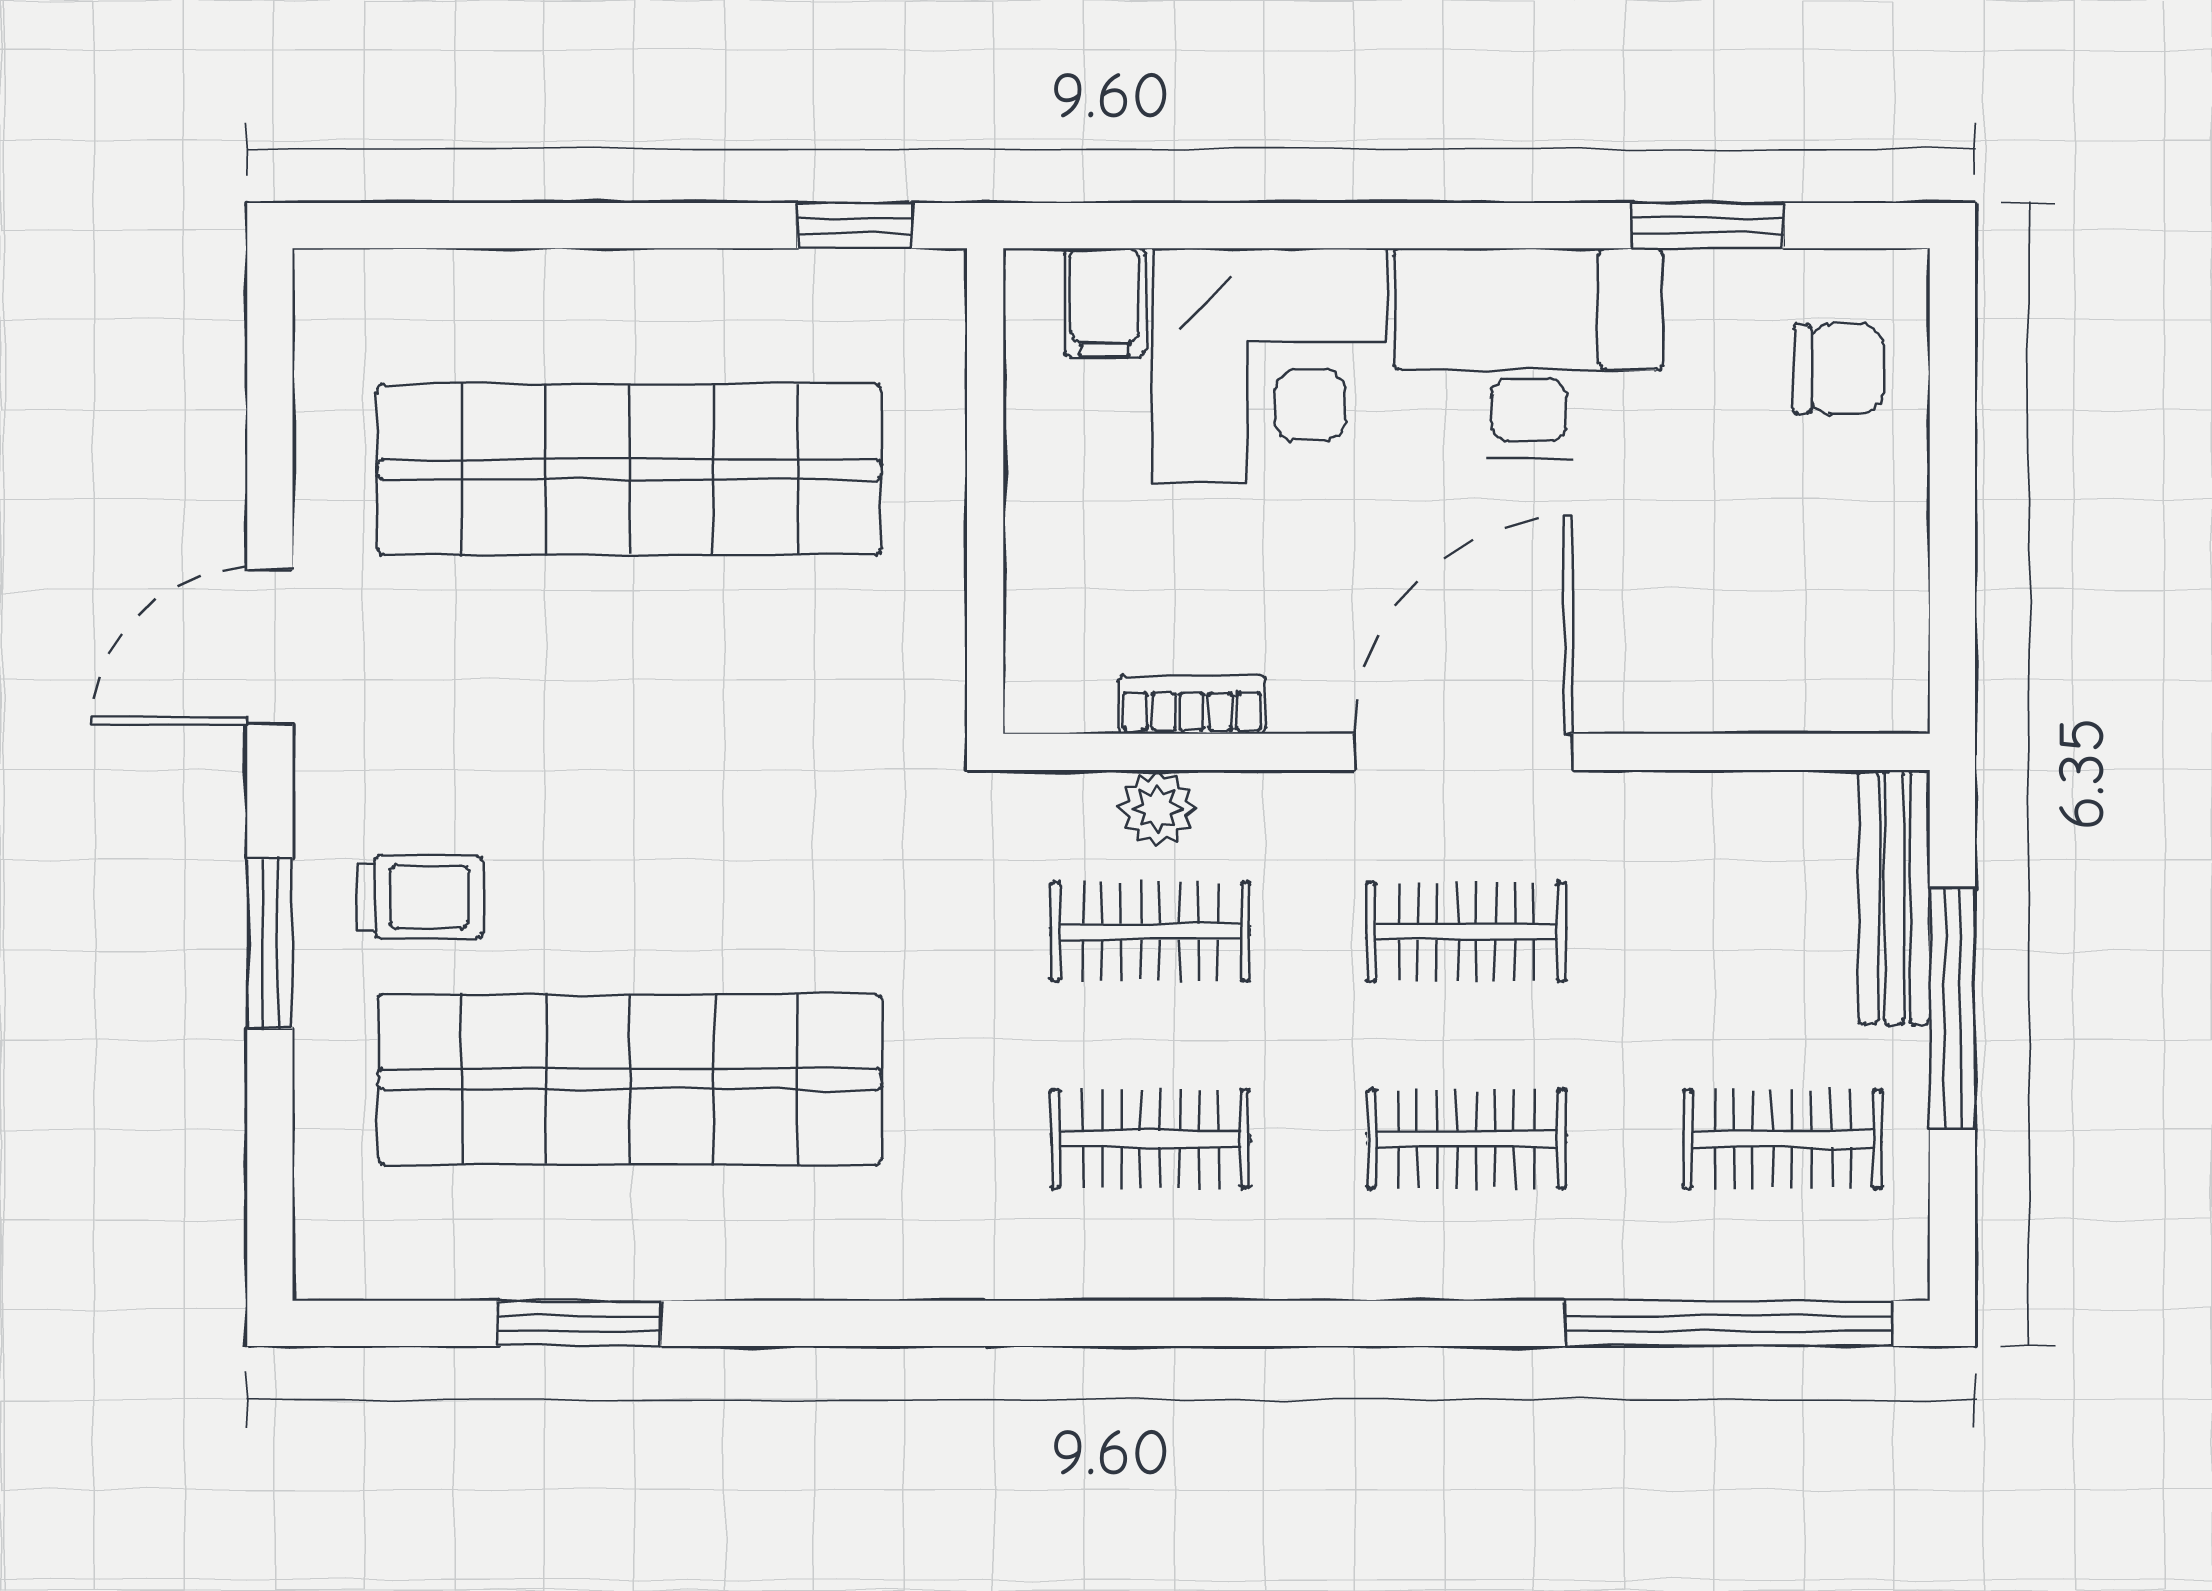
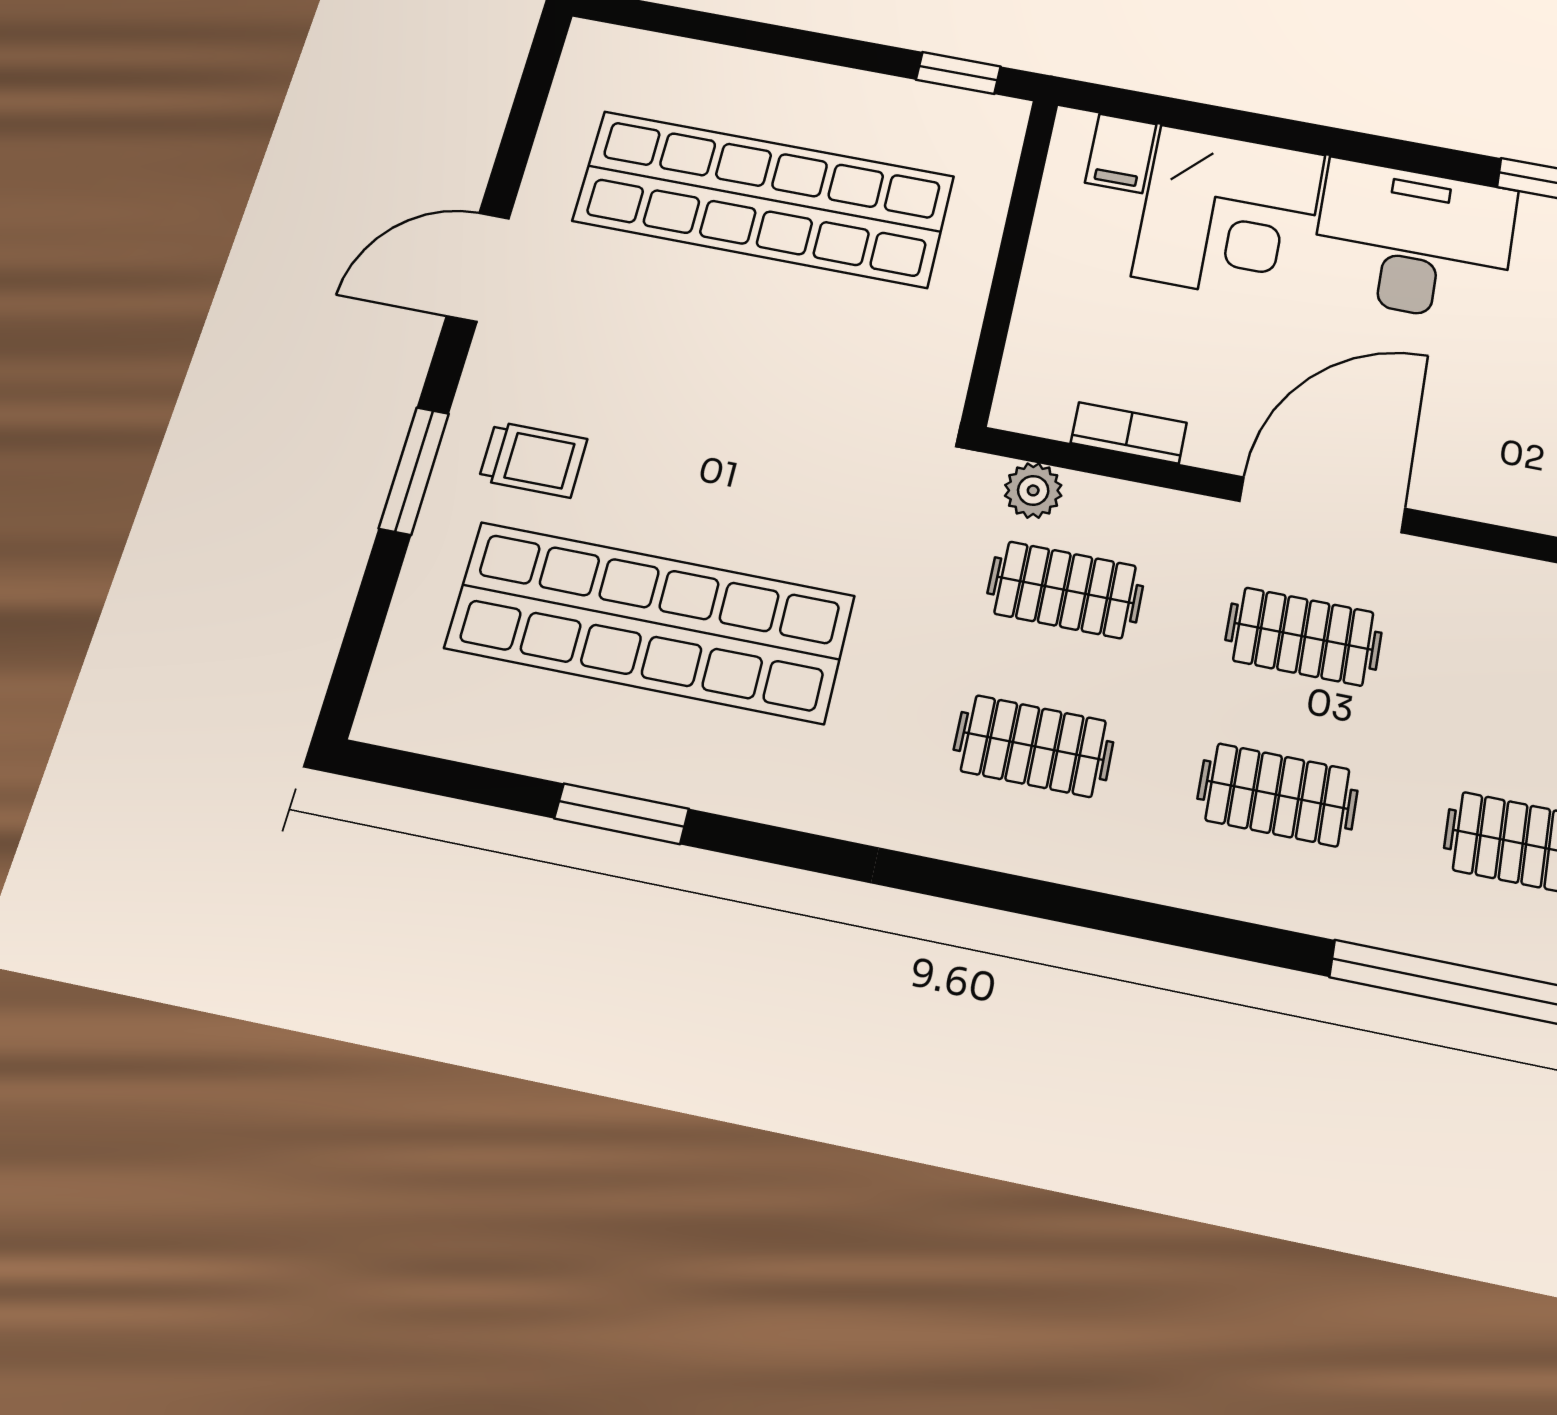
plant: (1158, 808) -> (1033, 490), moved
window: (579, 1323) -> (622, 814), moved

